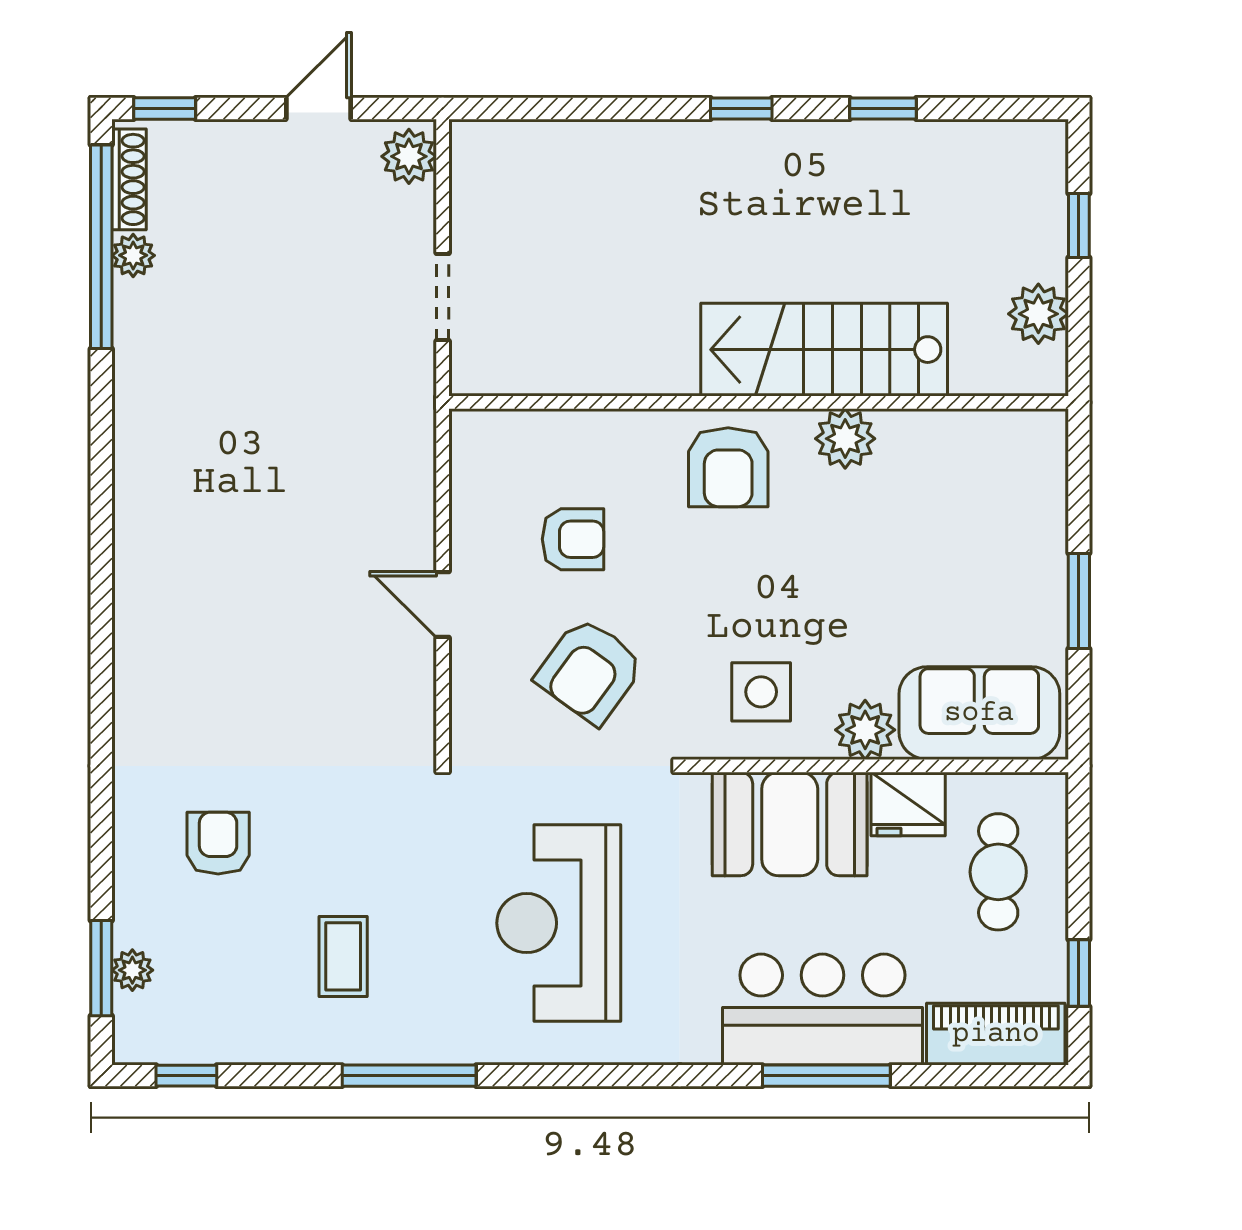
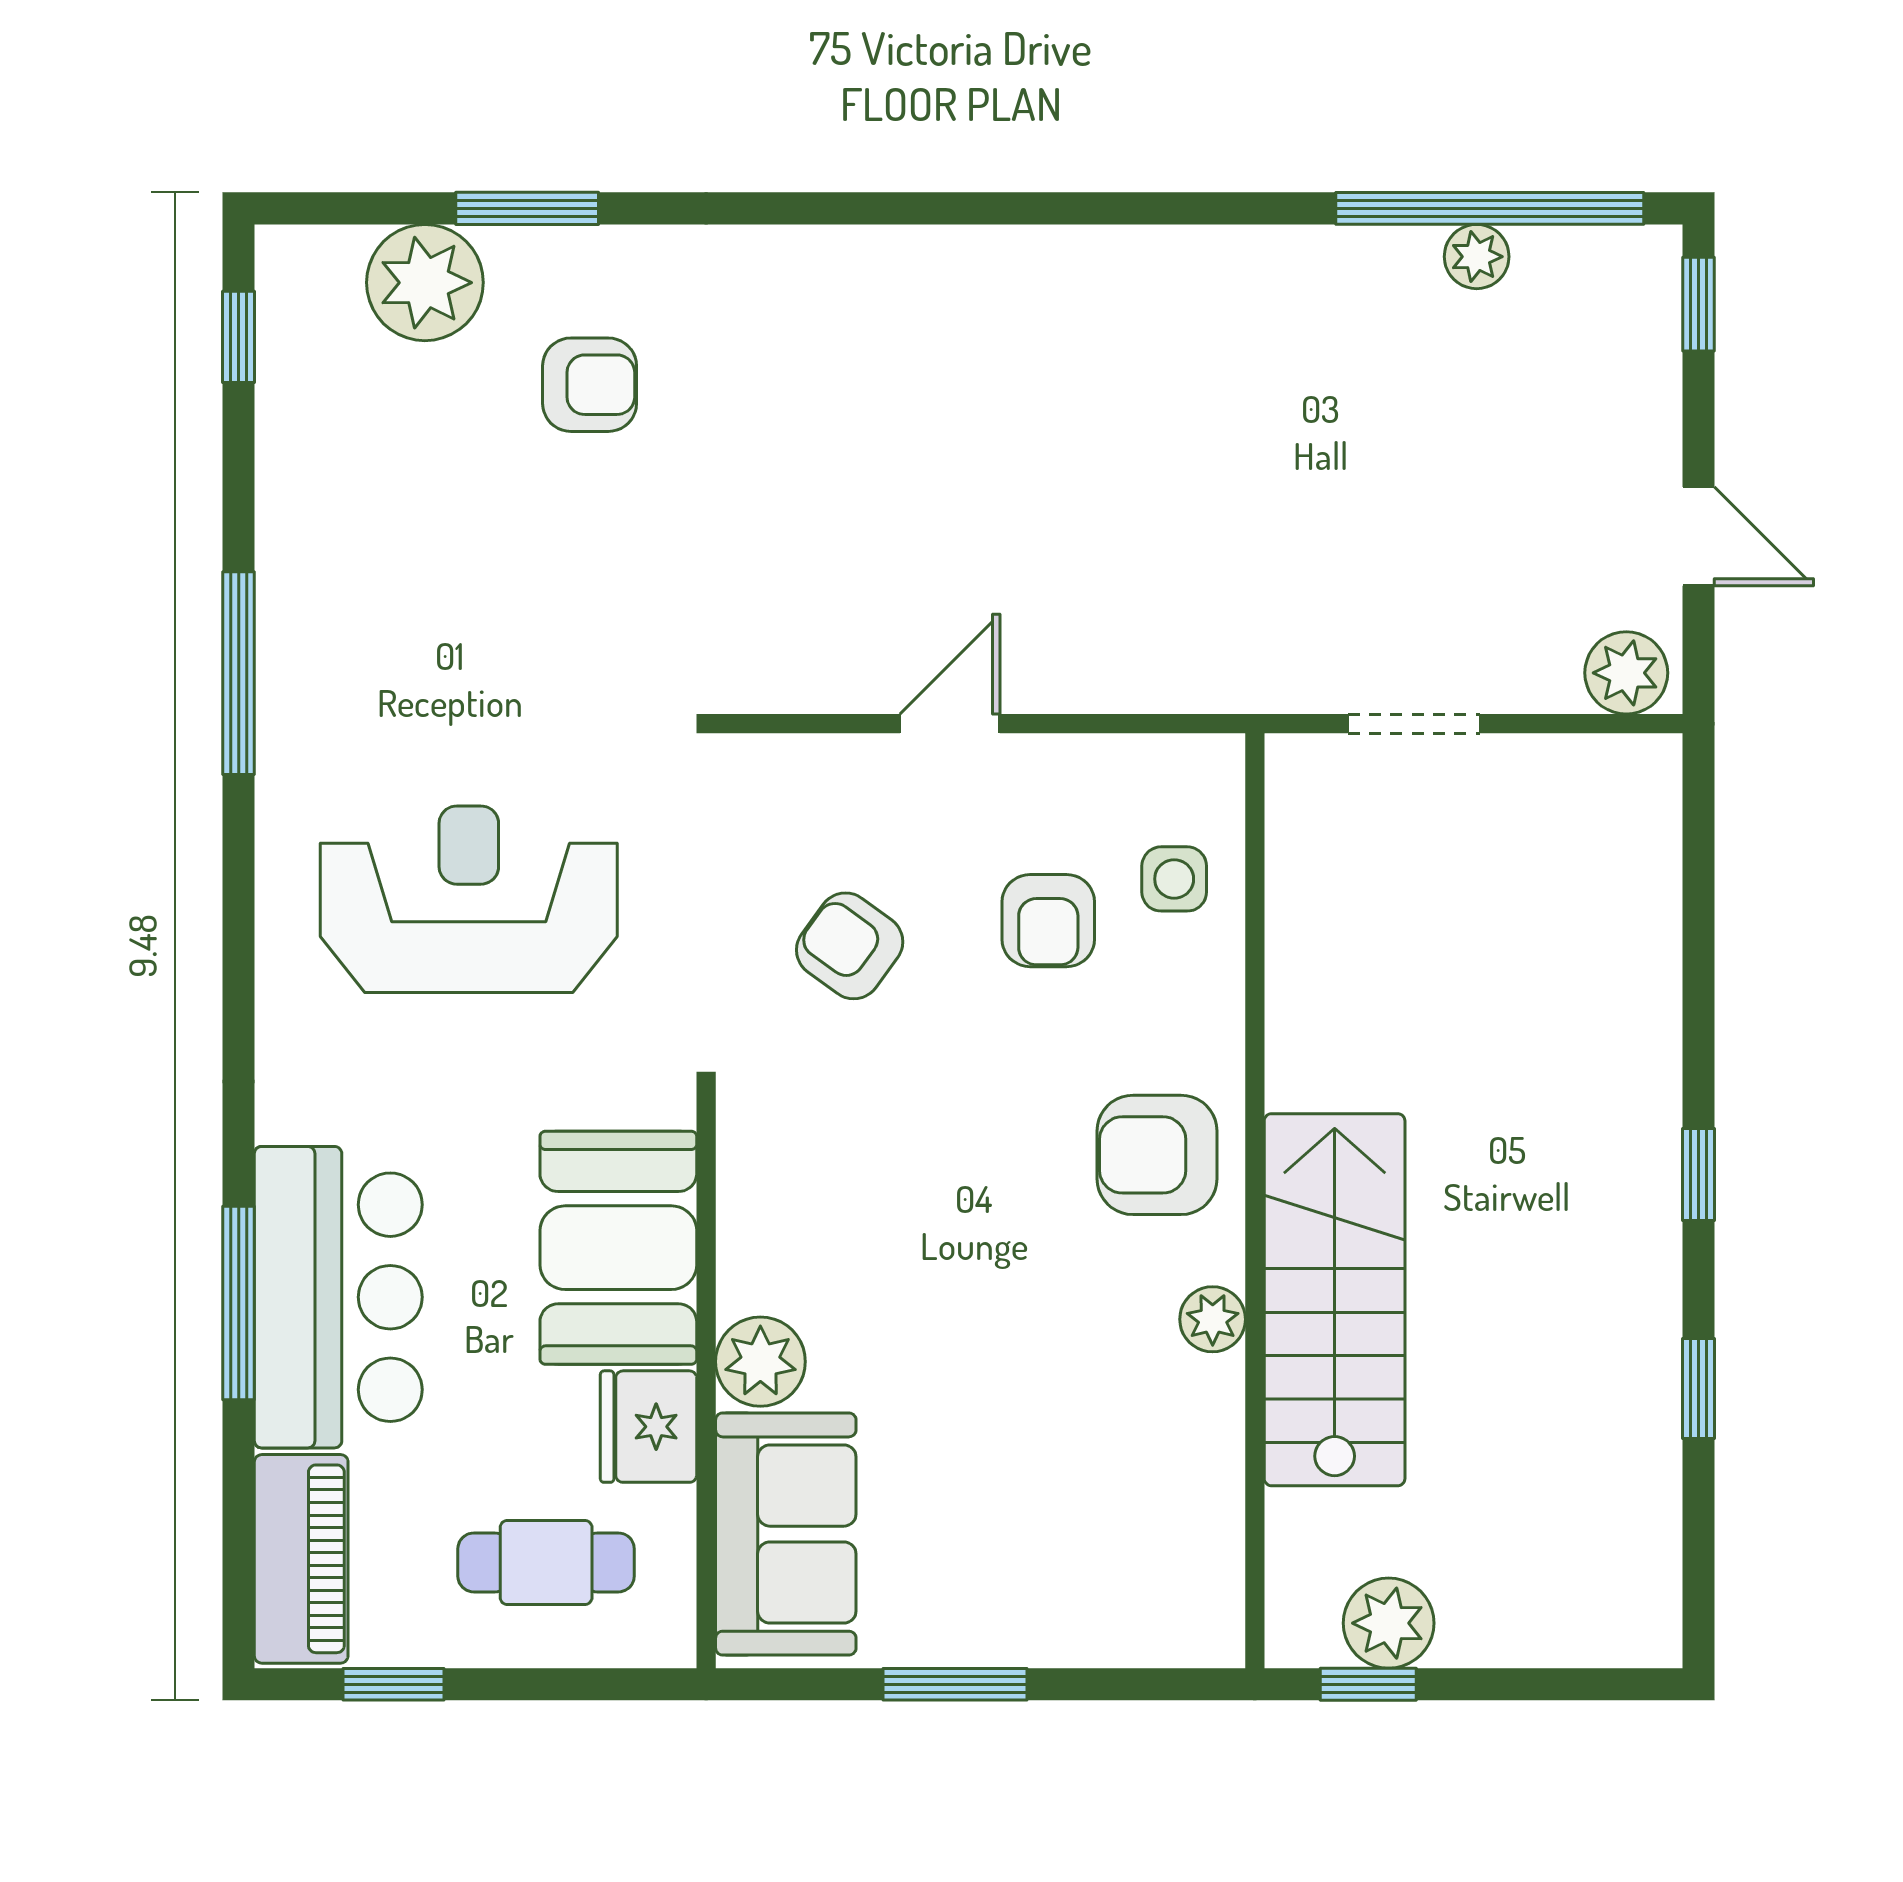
shoe rack: (129, 179) -> (1591, 250), removed
window: (1079, 225) -> (1368, 1684), moved
plant: (845, 439) -> (1213, 1319), width x0.73, depth x0.73
armchair: (590, 671) -> (850, 946), width x0.72, depth x0.72
side table: (761, 692) -> (1174, 879), moved, width x0.73, depth x0.73
coffee table: (343, 956) -> (418, 574), removed
window: (101, 968) -> (527, 208), moved
plant: (132, 970) -> (425, 283), width x1.87, depth x1.87

